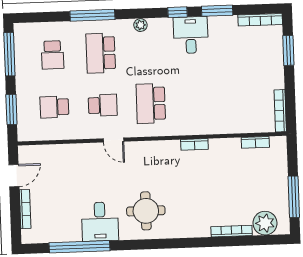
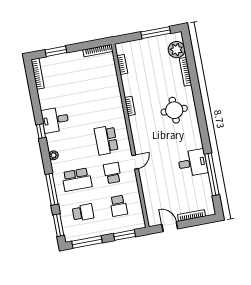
window: (217, 11) -> (58, 225), moved
school desk: (151, 103) -> (106, 140), turned 90
round table: (146, 211) -> (174, 110), moved

